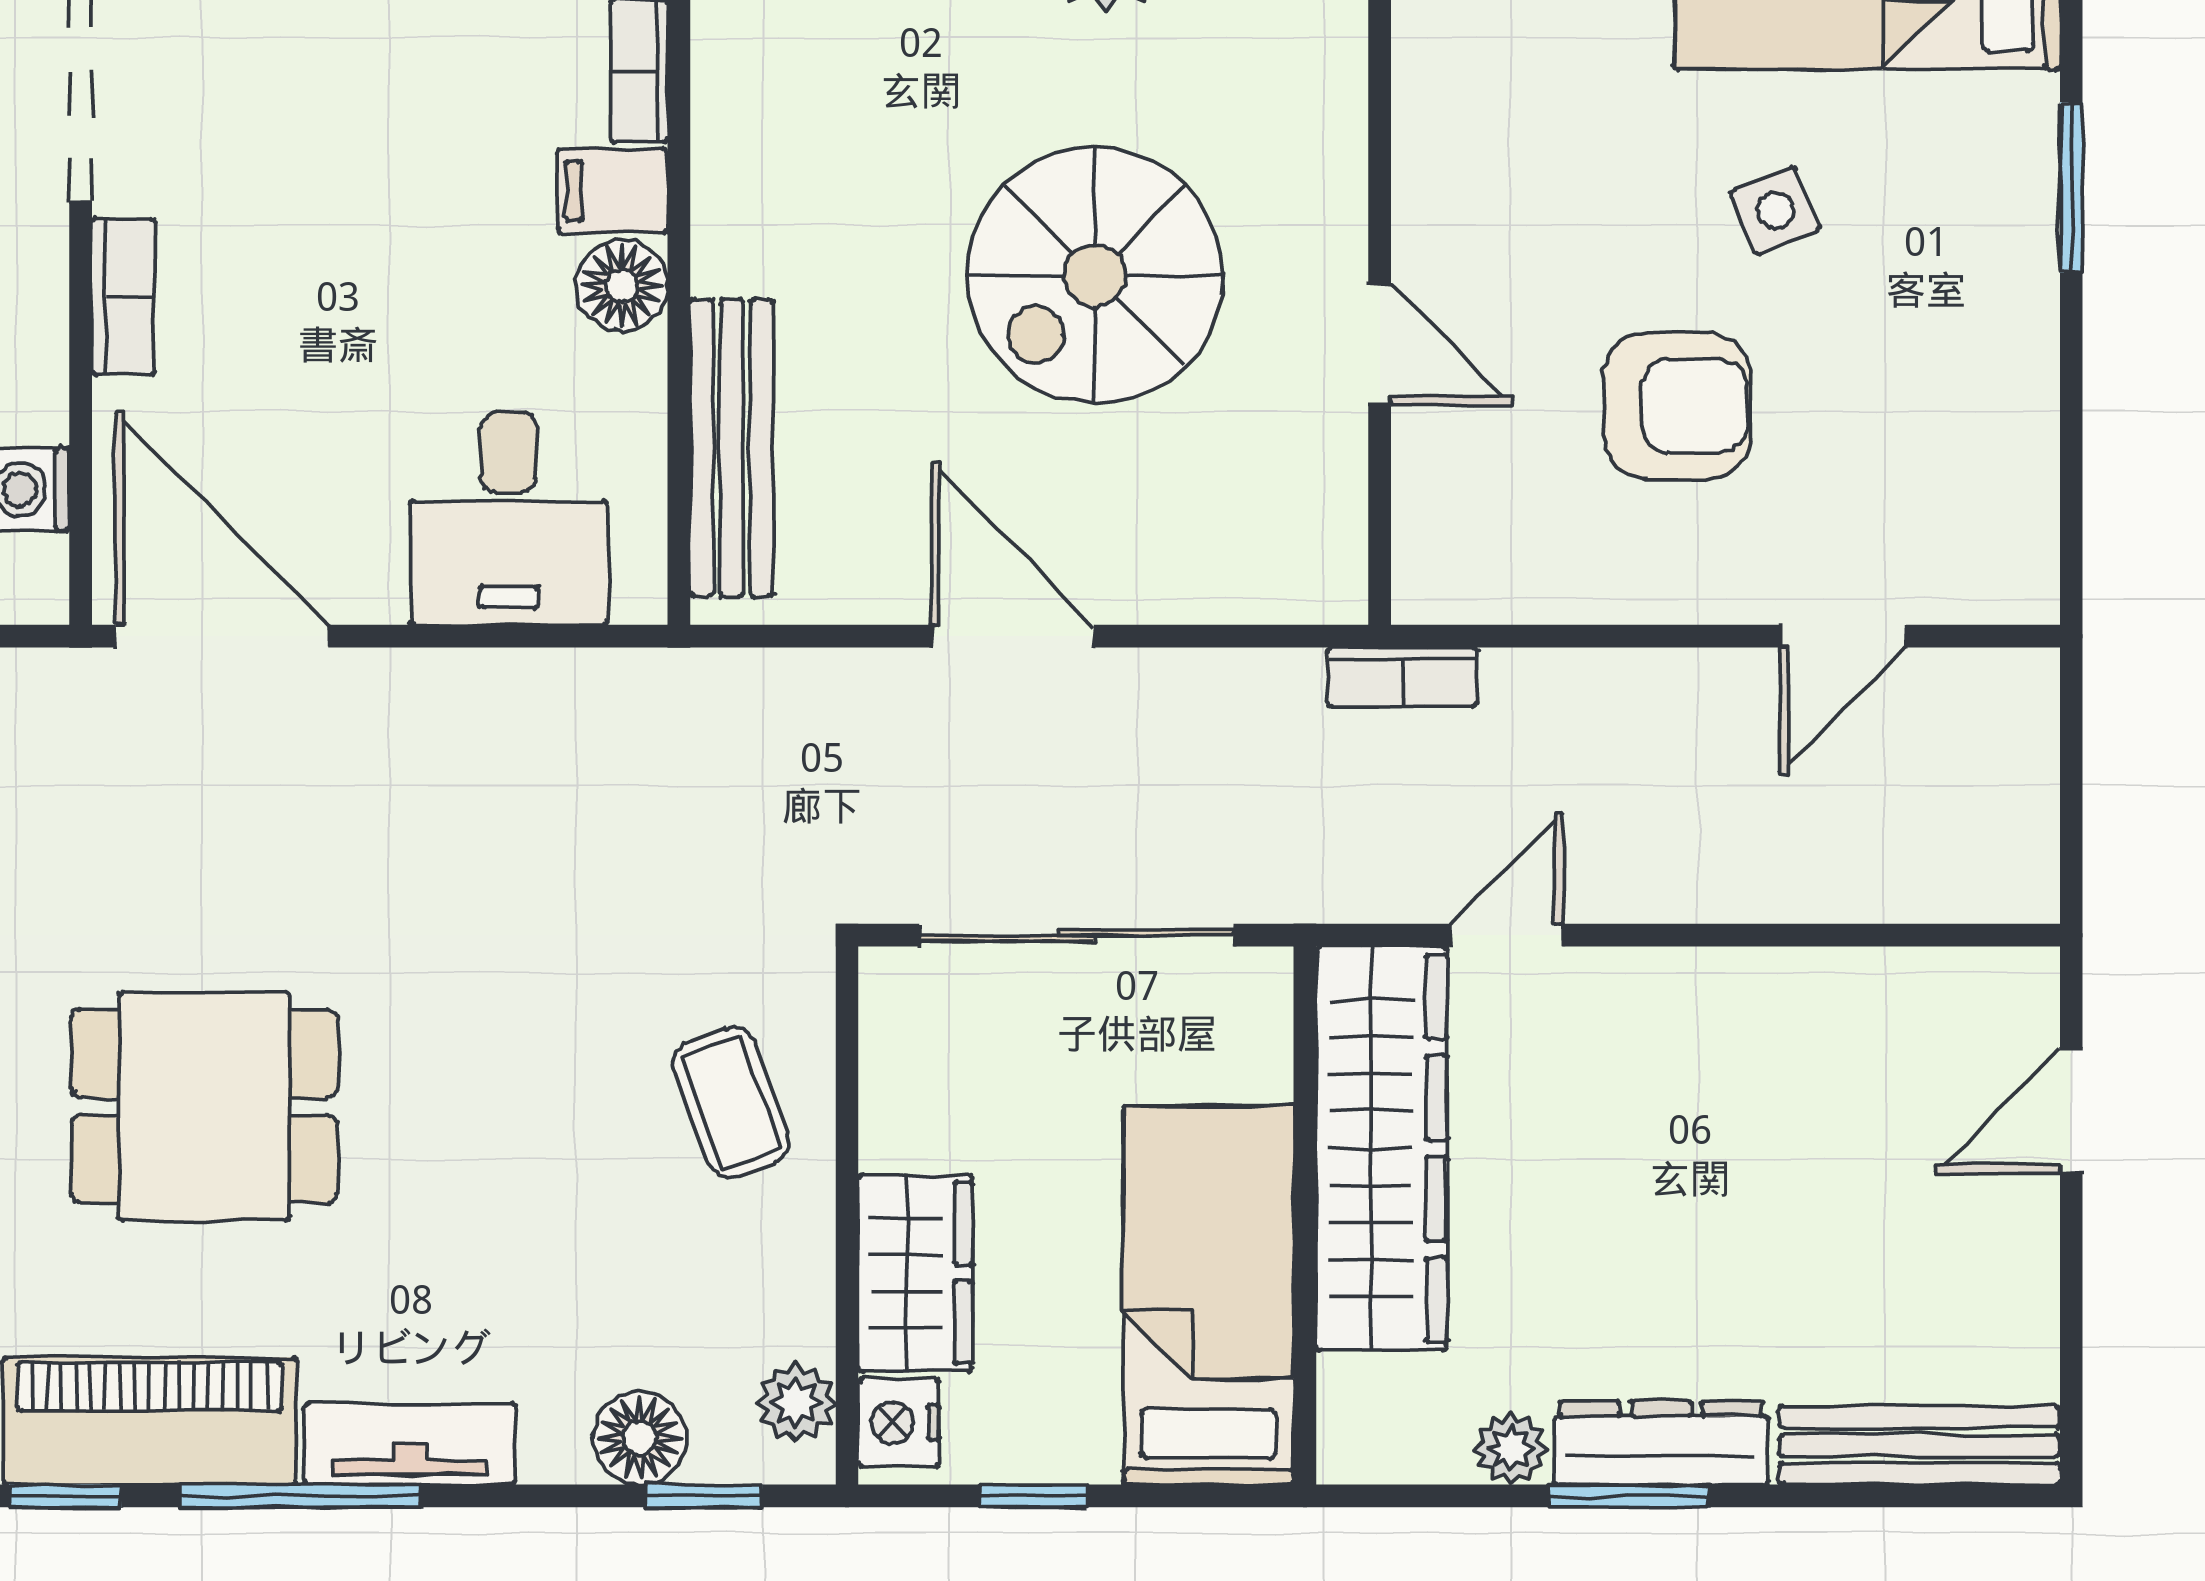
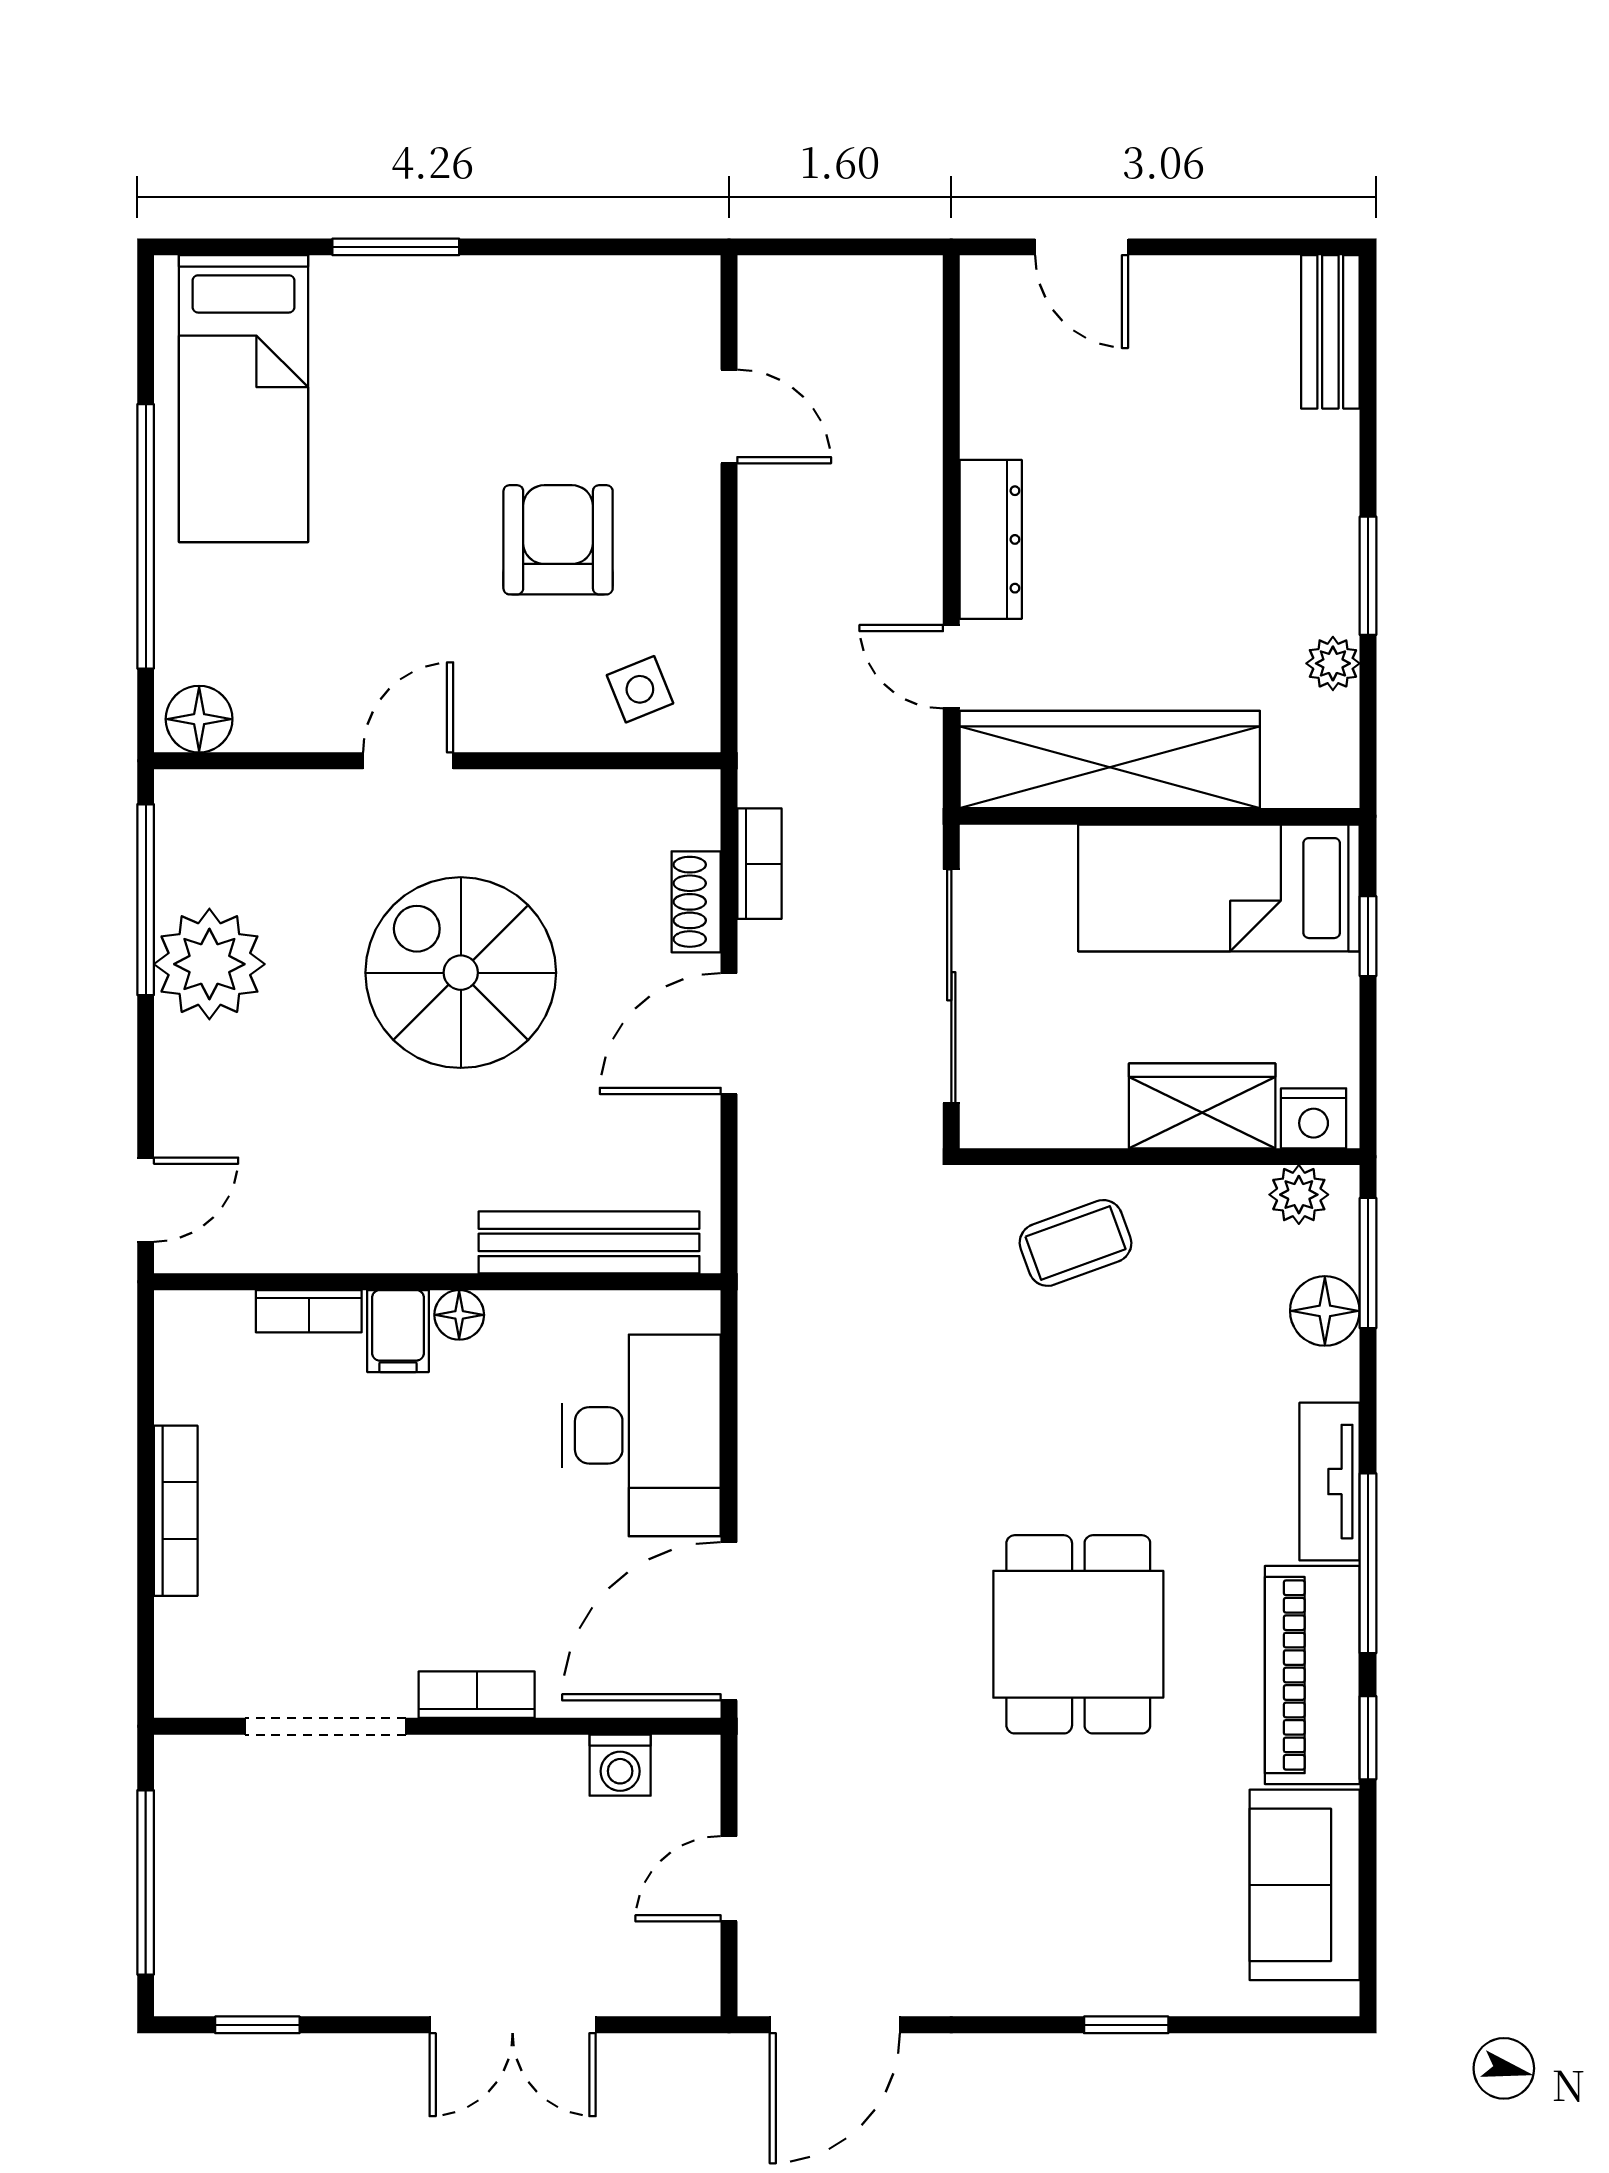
side table: (1775, 211) -> (640, 689), moved
spiral stairs: (1095, 275) -> (461, 973), turned 180
floor lamp: (622, 285) -> (459, 1315), width x0.73, depth x0.73
door: (1380, 345) -> (408, 761), moved
desk: (509, 518) -> (641, 1435), width x1.37
shoe rack: (1190, 592) -> (696, 902), added
bookcase: (1402, 677) -> (759, 864), moved
dresser: (1661, 1443) -> (991, 539), moved, turned 180
bench: (1919, 1445) -> (1330, 332), width x0.73
window: (704, 1496) -> (1368, 1263), width x1.50
window: (1034, 1496) -> (1368, 936), moved

